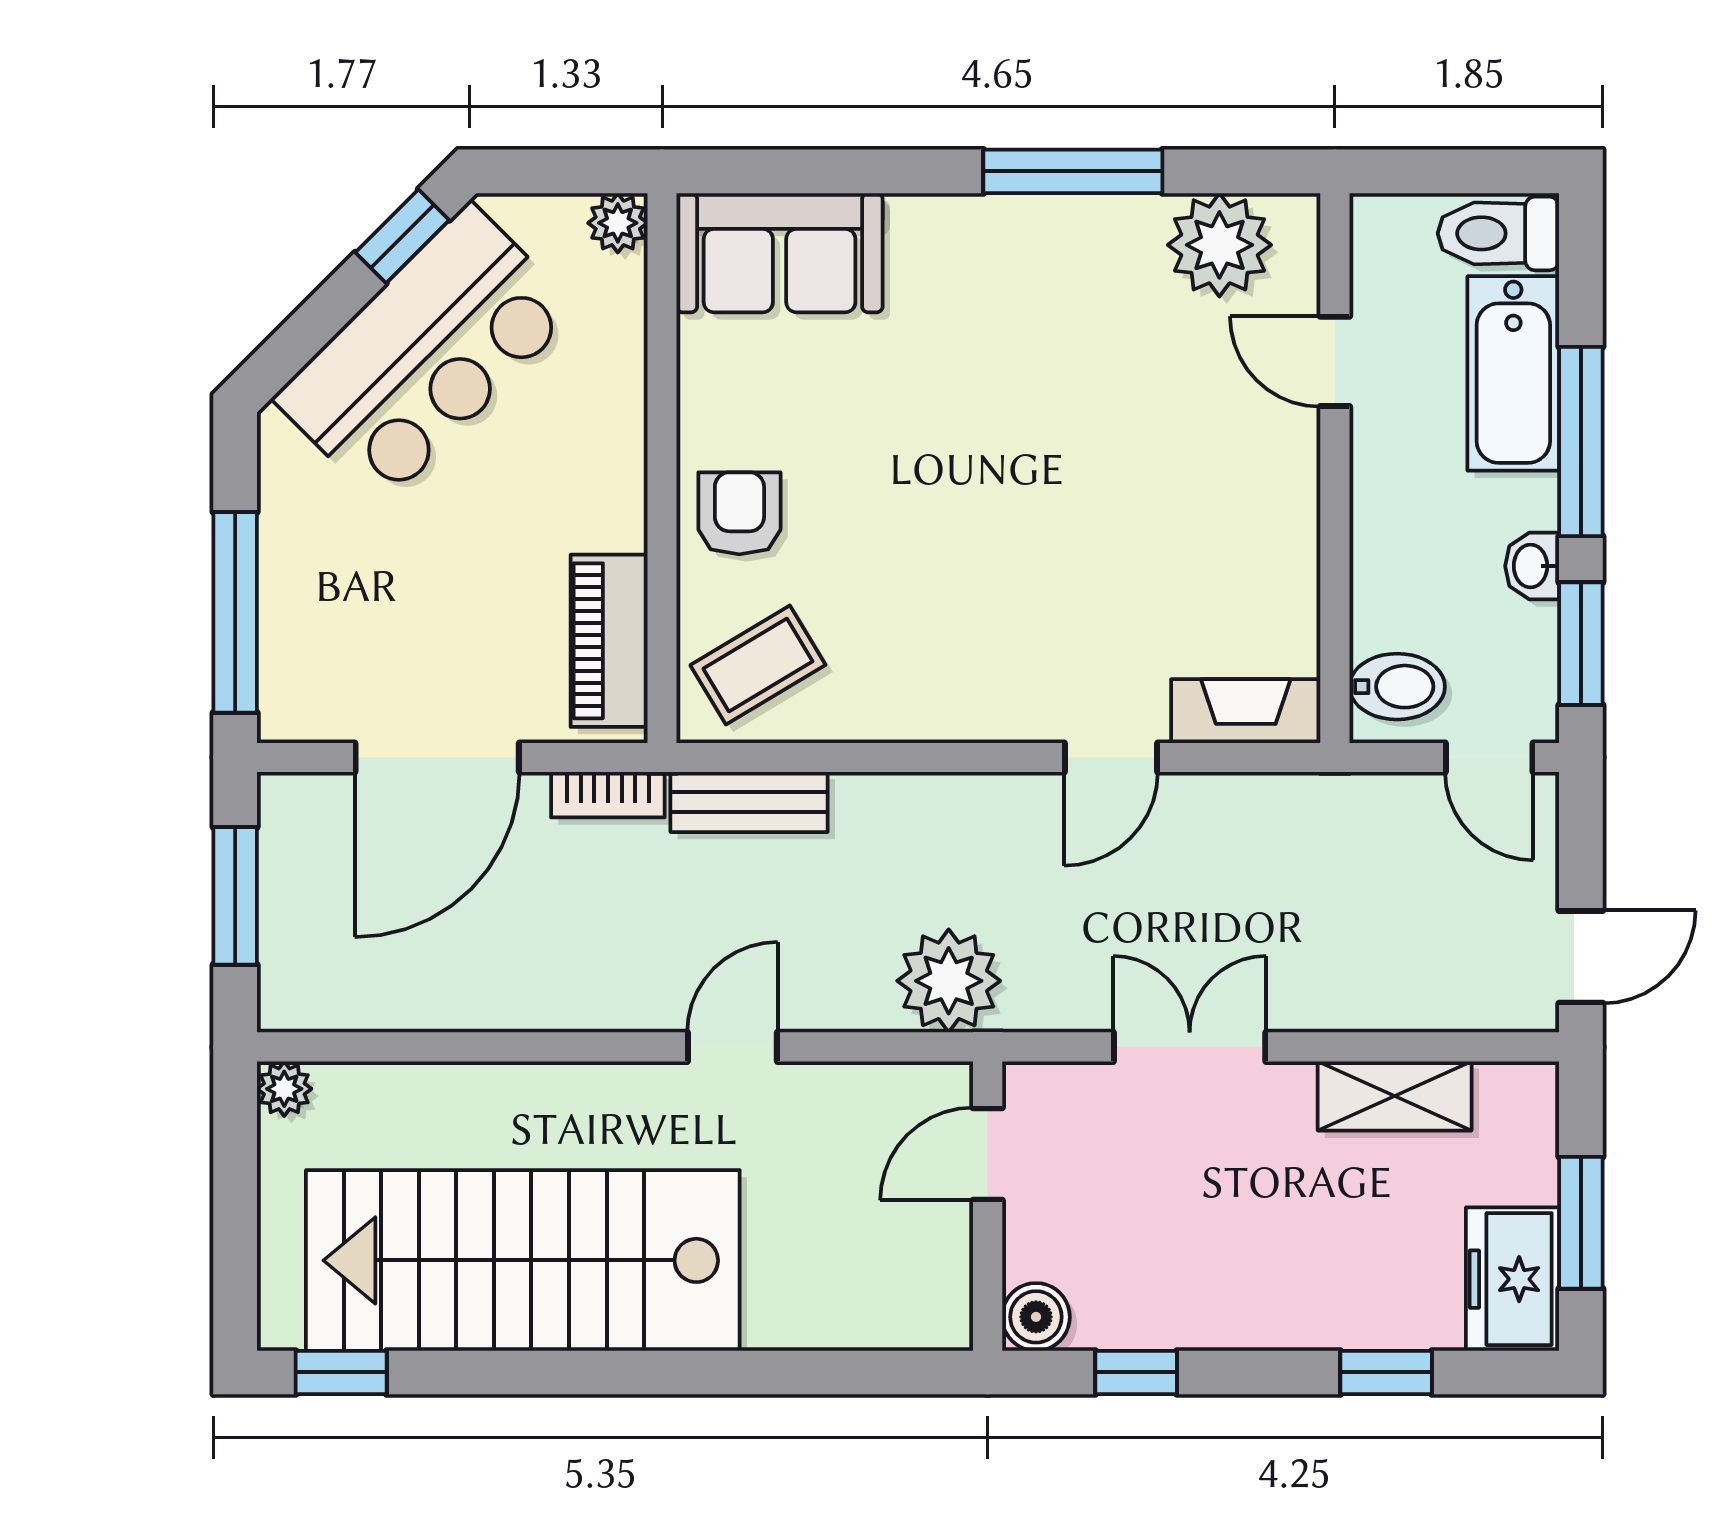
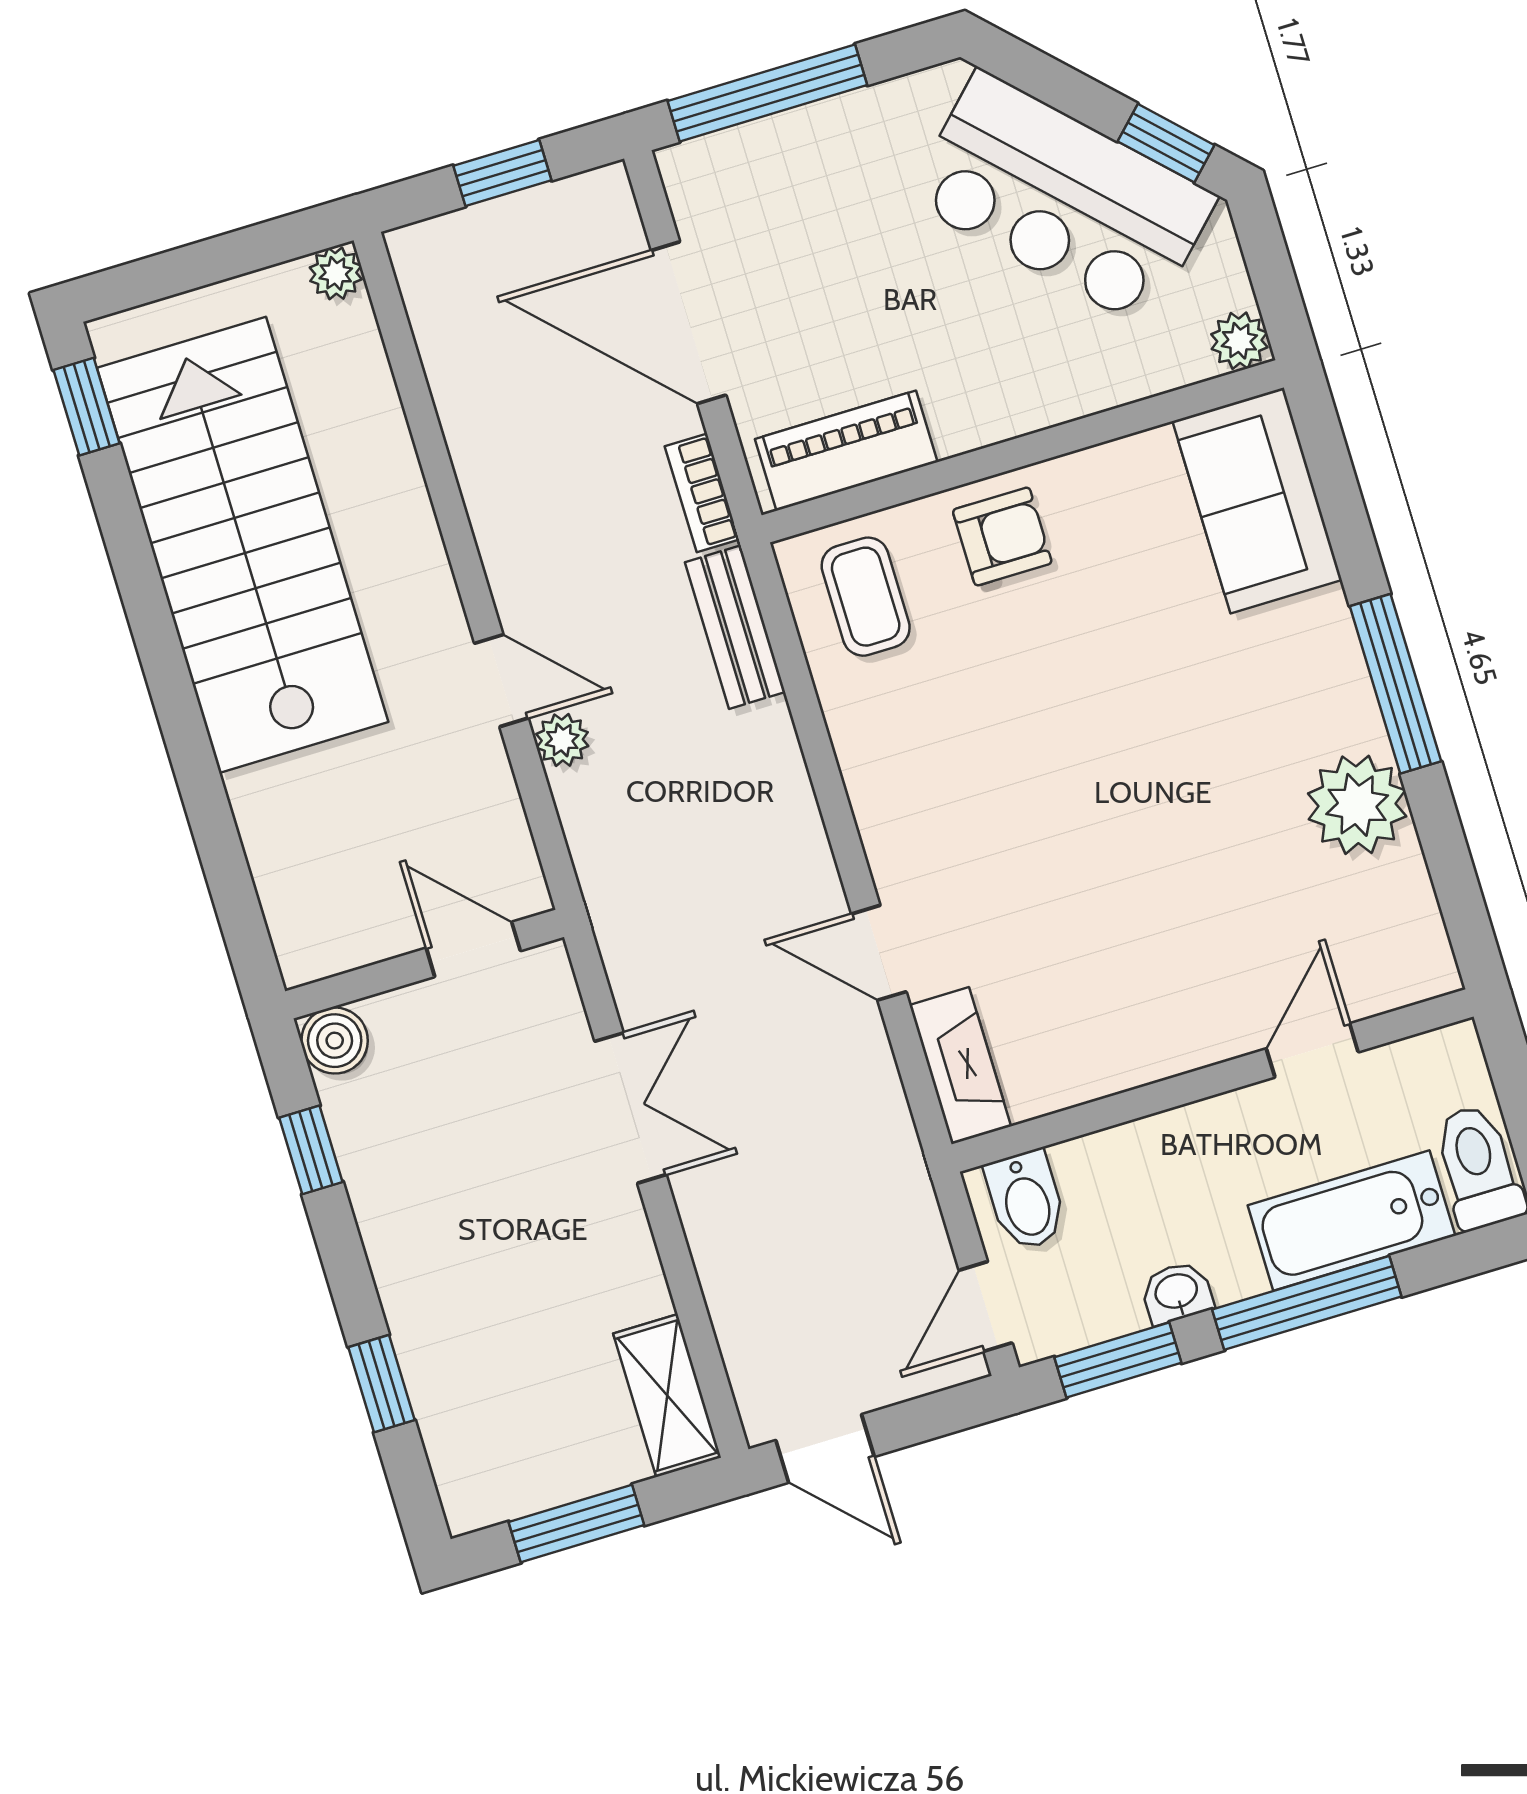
window: (1073, 171) -> (1395, 684), moved
plant: (1219, 245) -> (1357, 805), moved
coffee table: (758, 665) -> (866, 597), turned 31
window: (235, 896) -> (502, 173), width x0.67
plant: (949, 981) -> (562, 740), moved, width x0.53, depth x0.53
shelving: (1395, 1096) -> (667, 1395), moved
freezer: (1513, 1279) -> (505, 1475), removed

